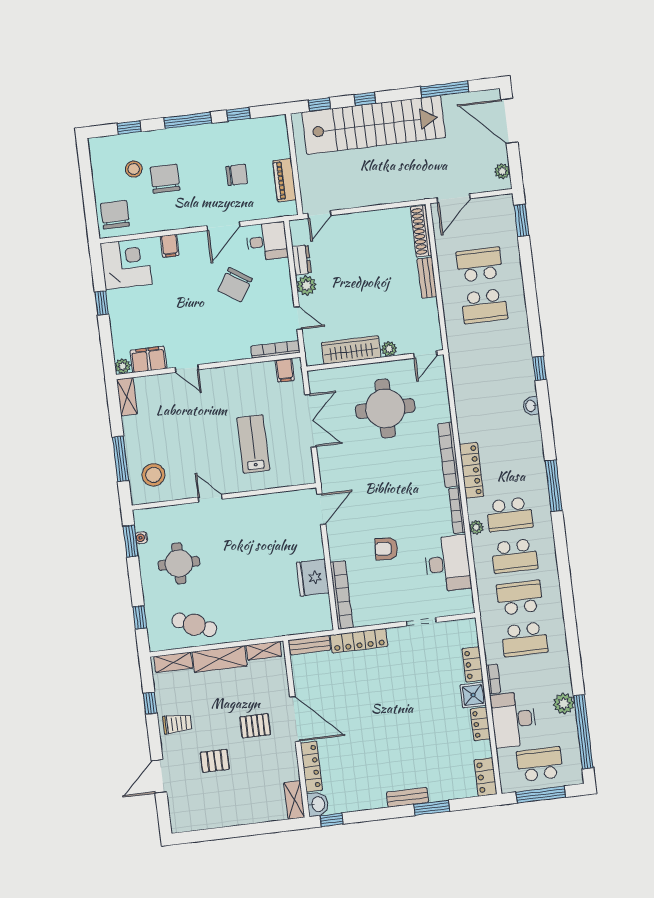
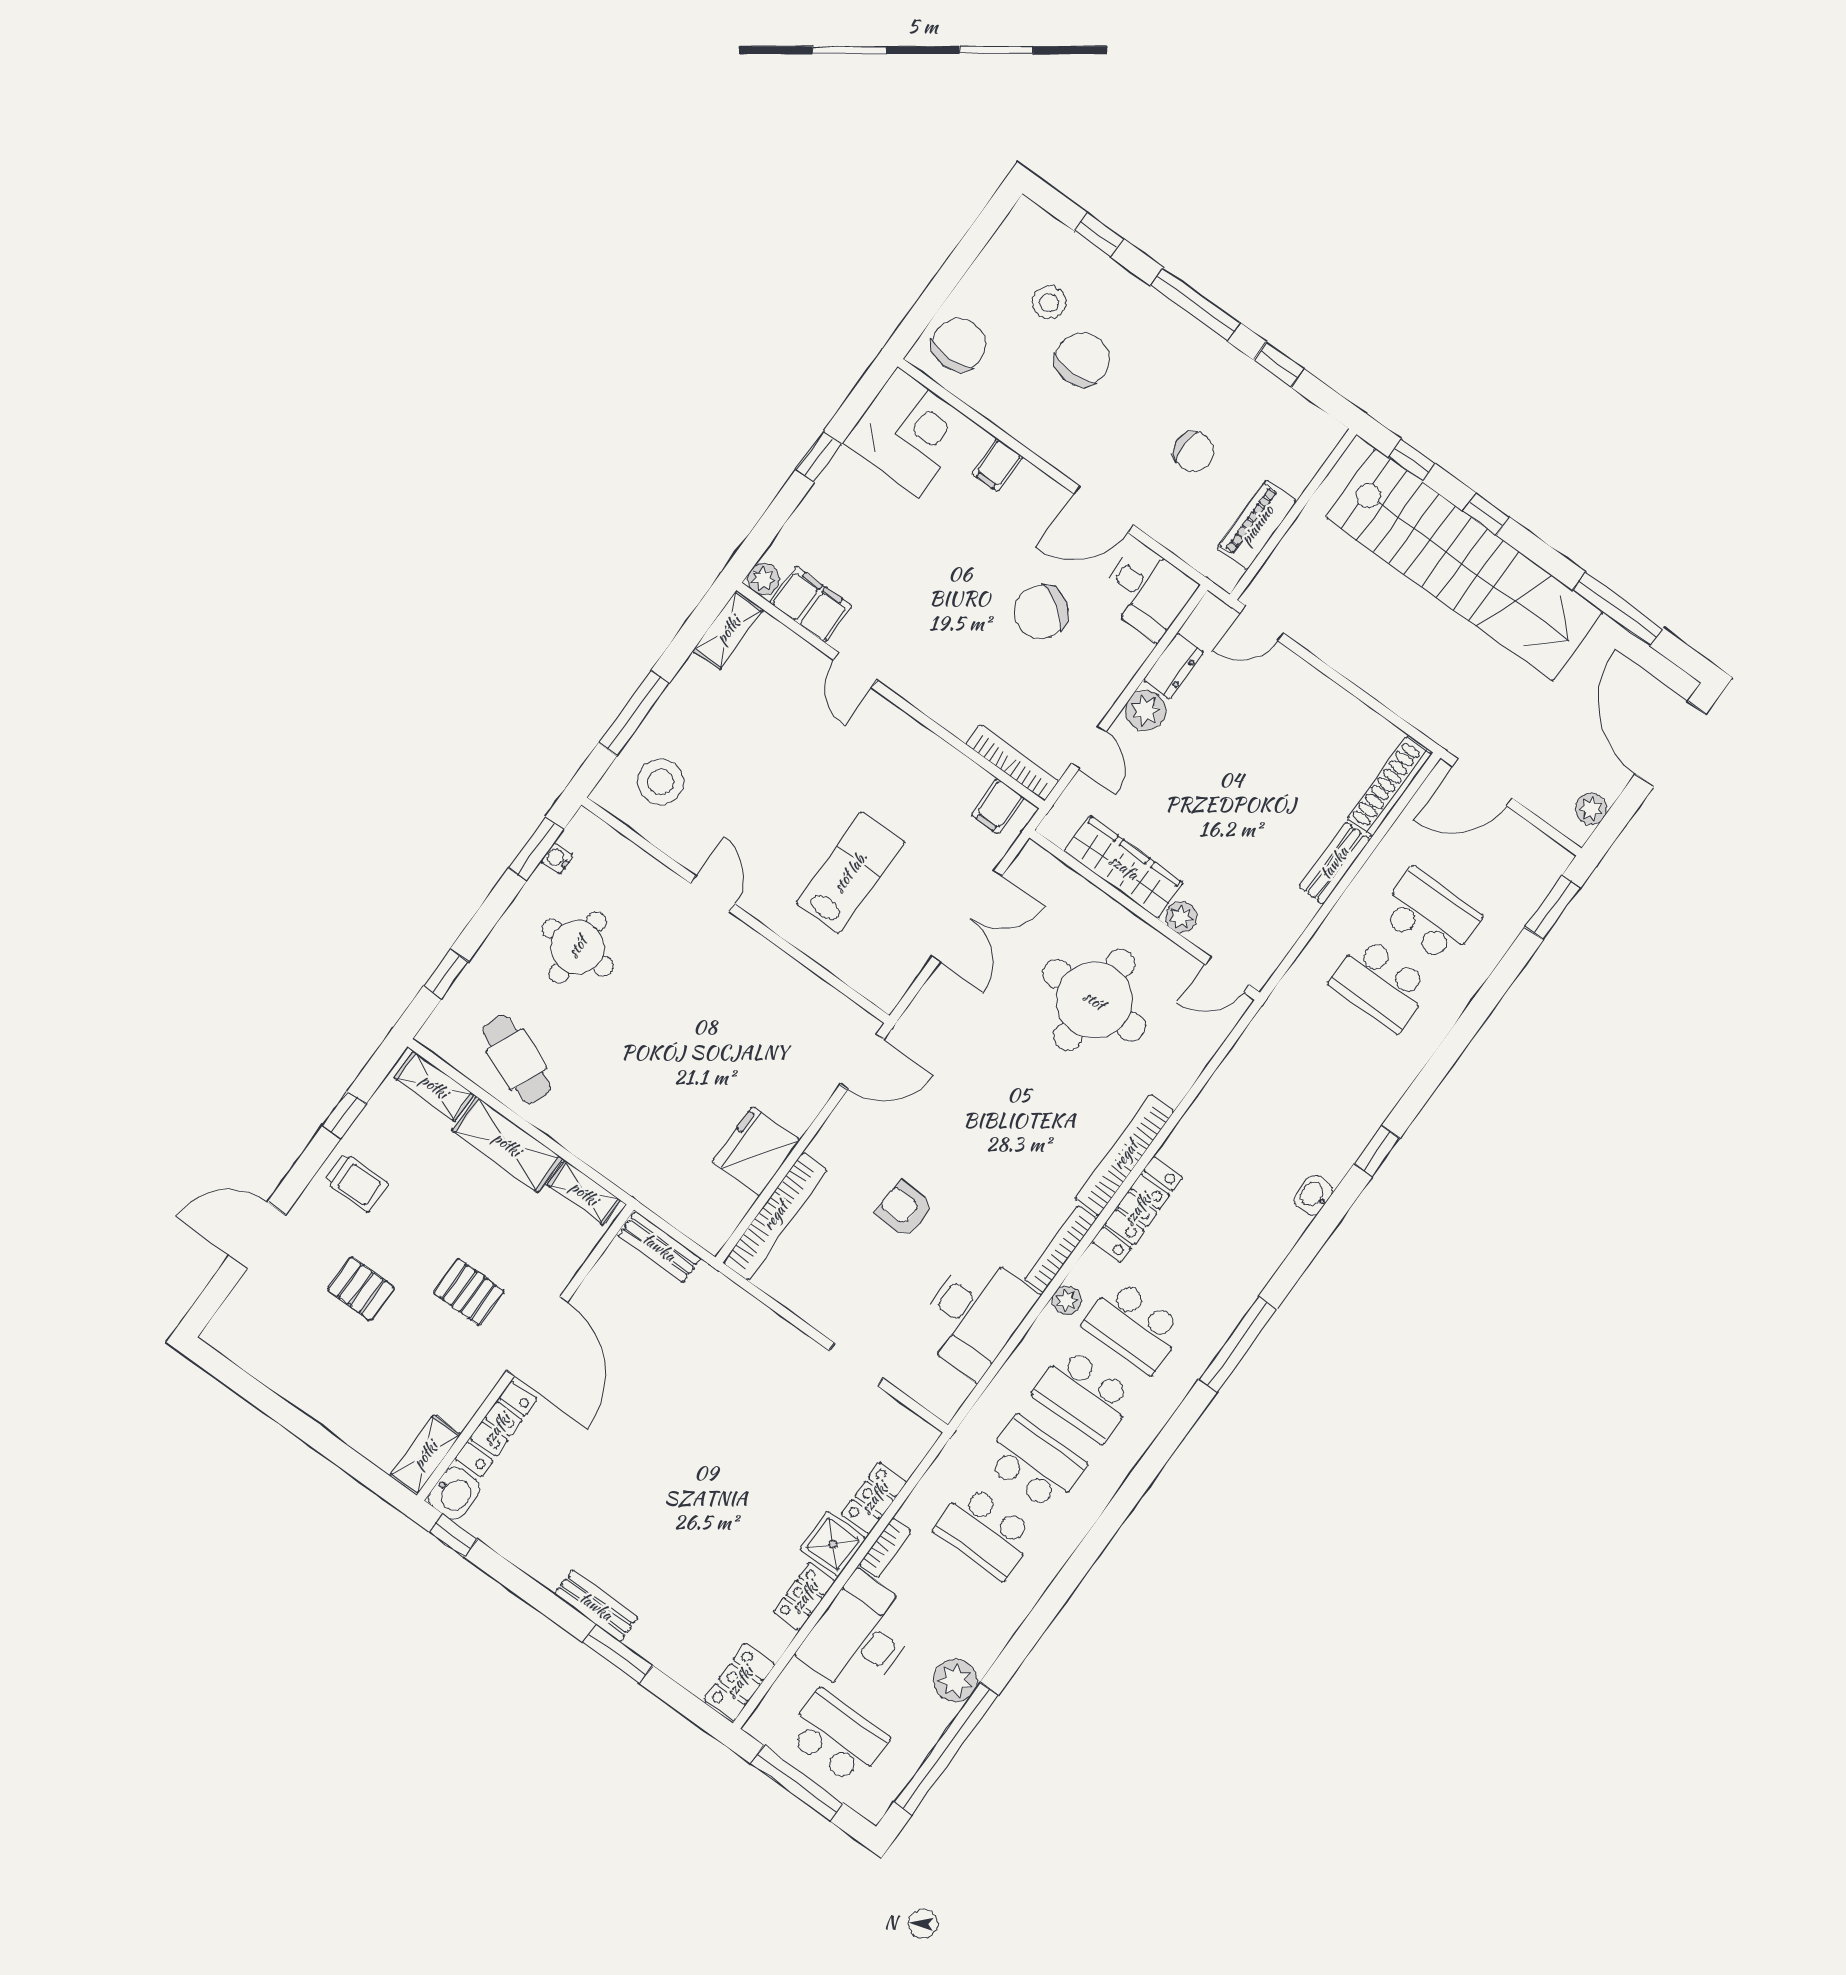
locker: (359, 641) -> (738, 1308), removed

